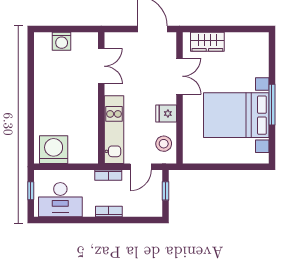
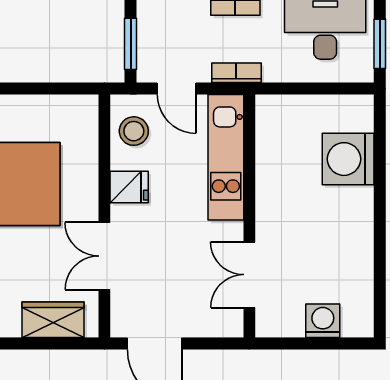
washing machine: (54, 150) -> (348, 159), moved, turned 90
door: (141, 167) -> (177, 89), swing flipped
window: (31, 191) -> (380, 44), width x1.50
window: (165, 191) -> (131, 44), width x1.50

